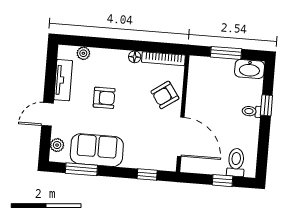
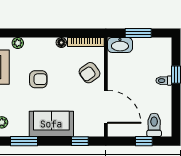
washbasin: (250, 69) -> (120, 45), moved
sofa: (97, 150) -> (51, 124), moved

